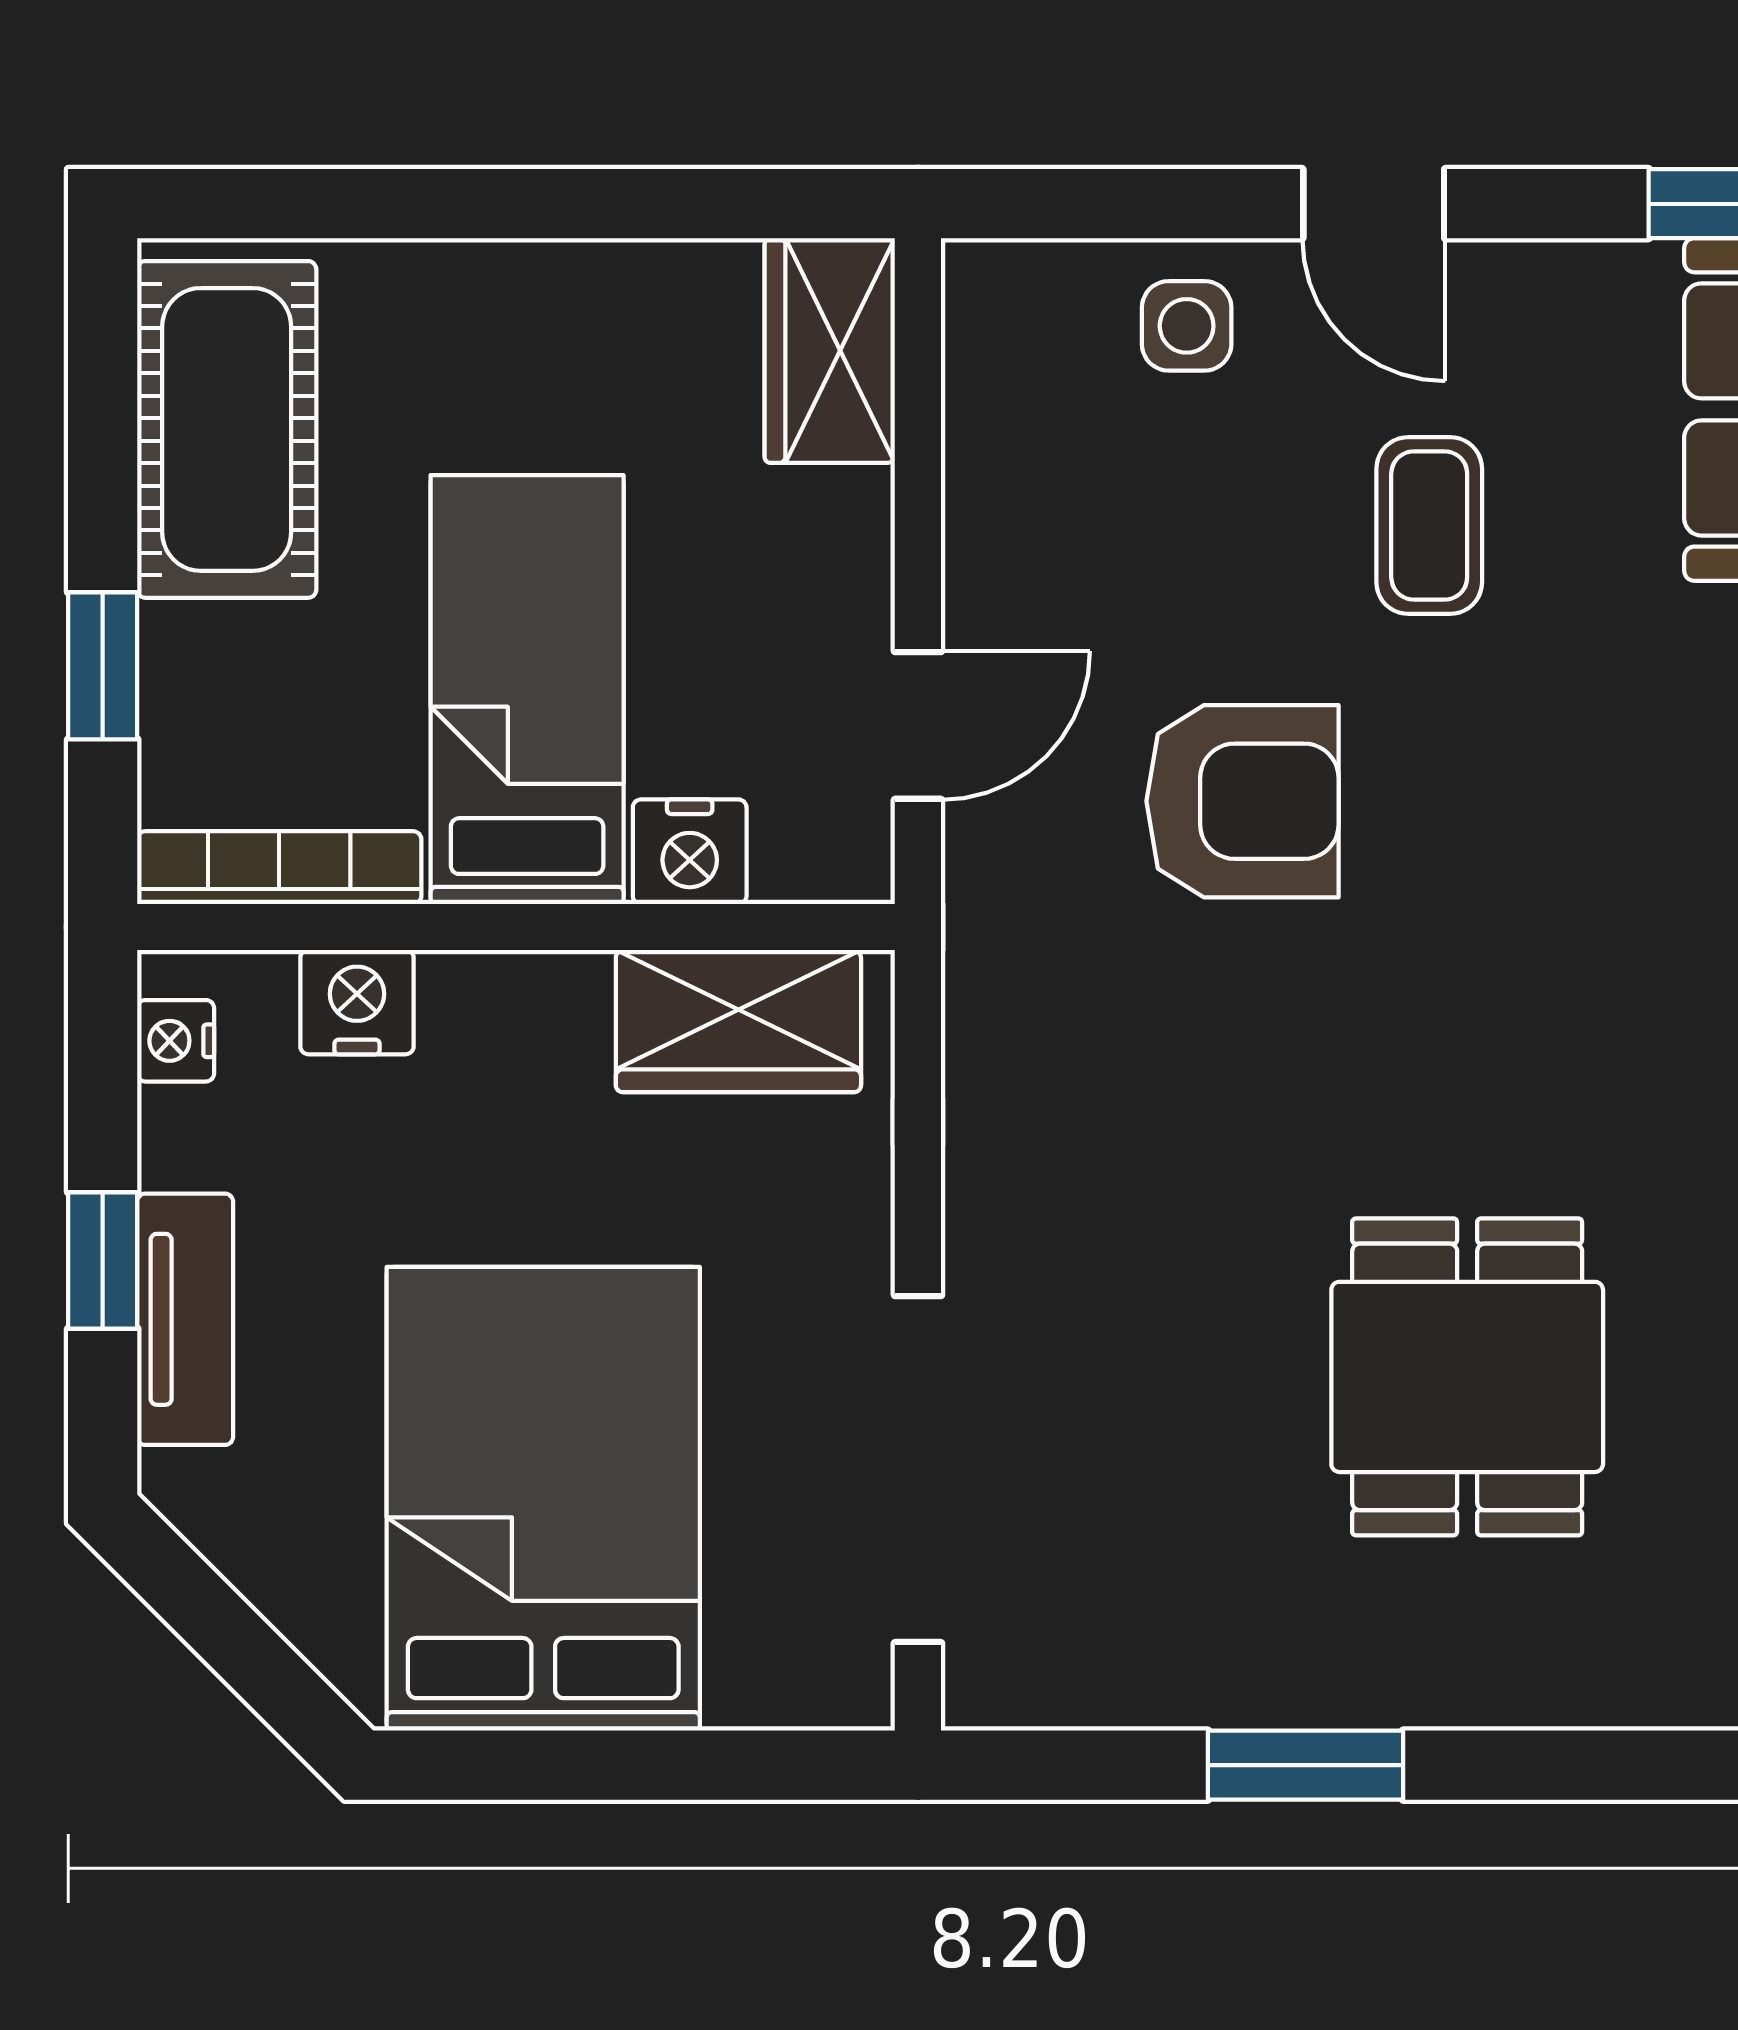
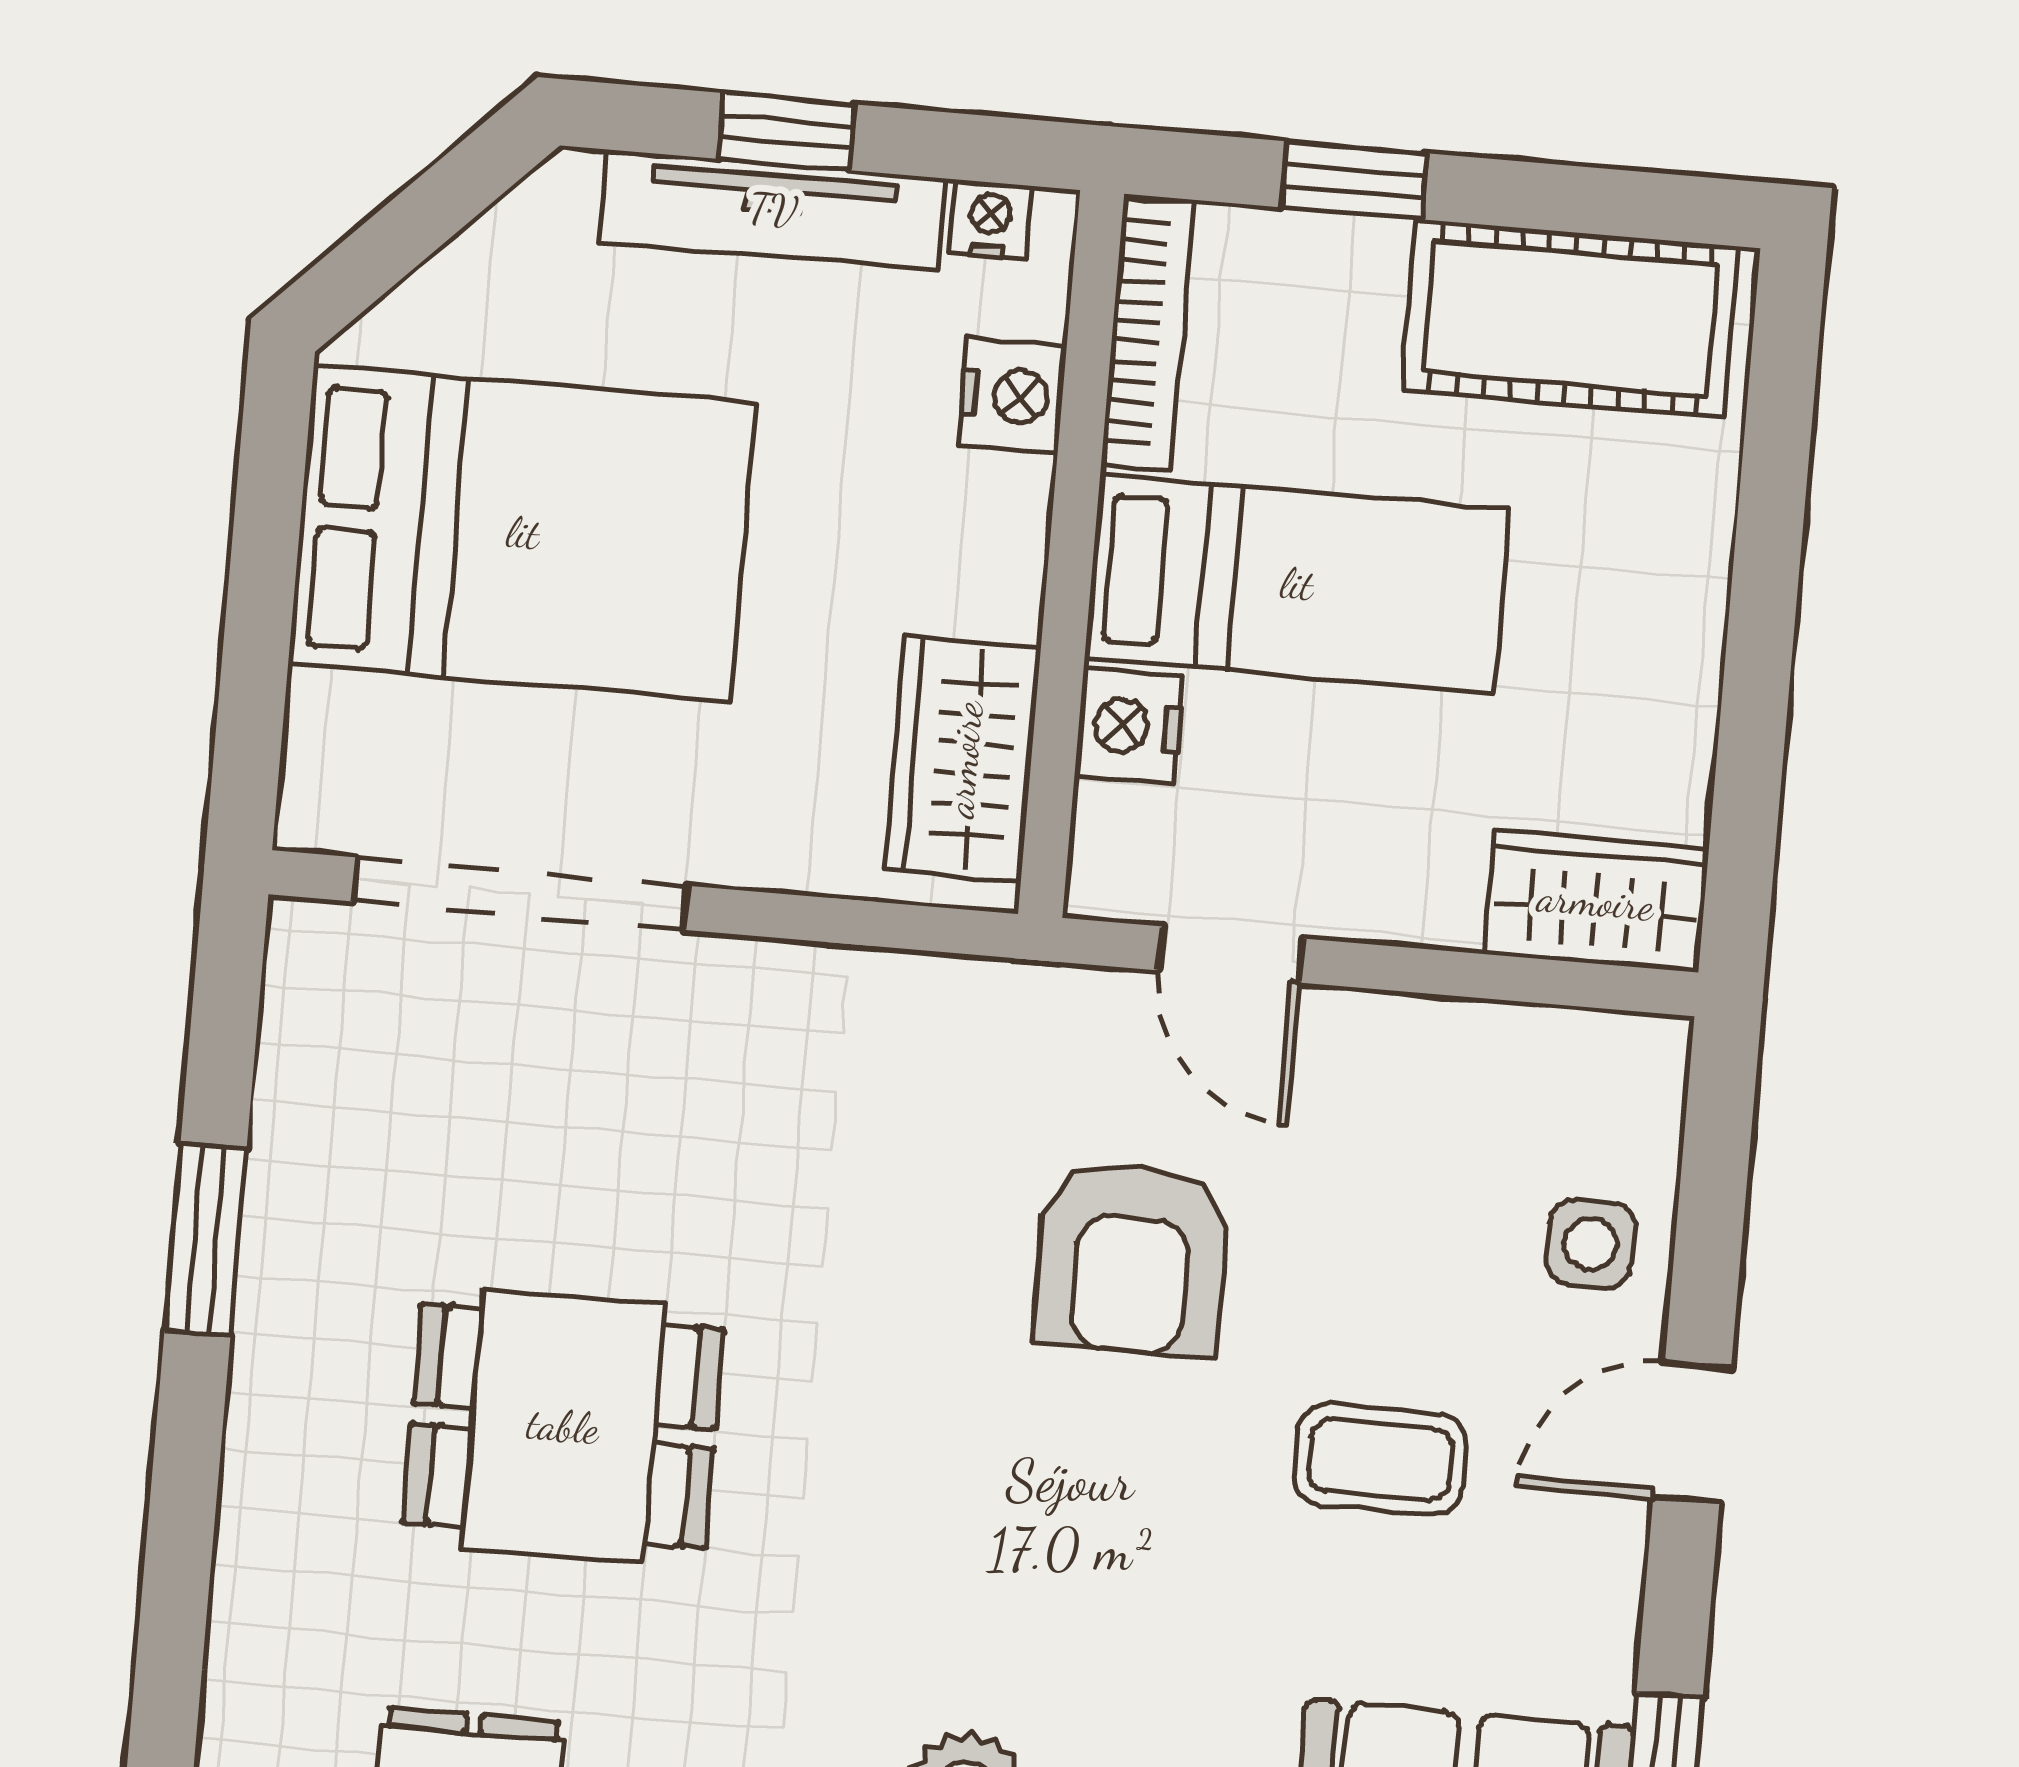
tv unit: (185, 1319) -> (773, 210), width x1.41

